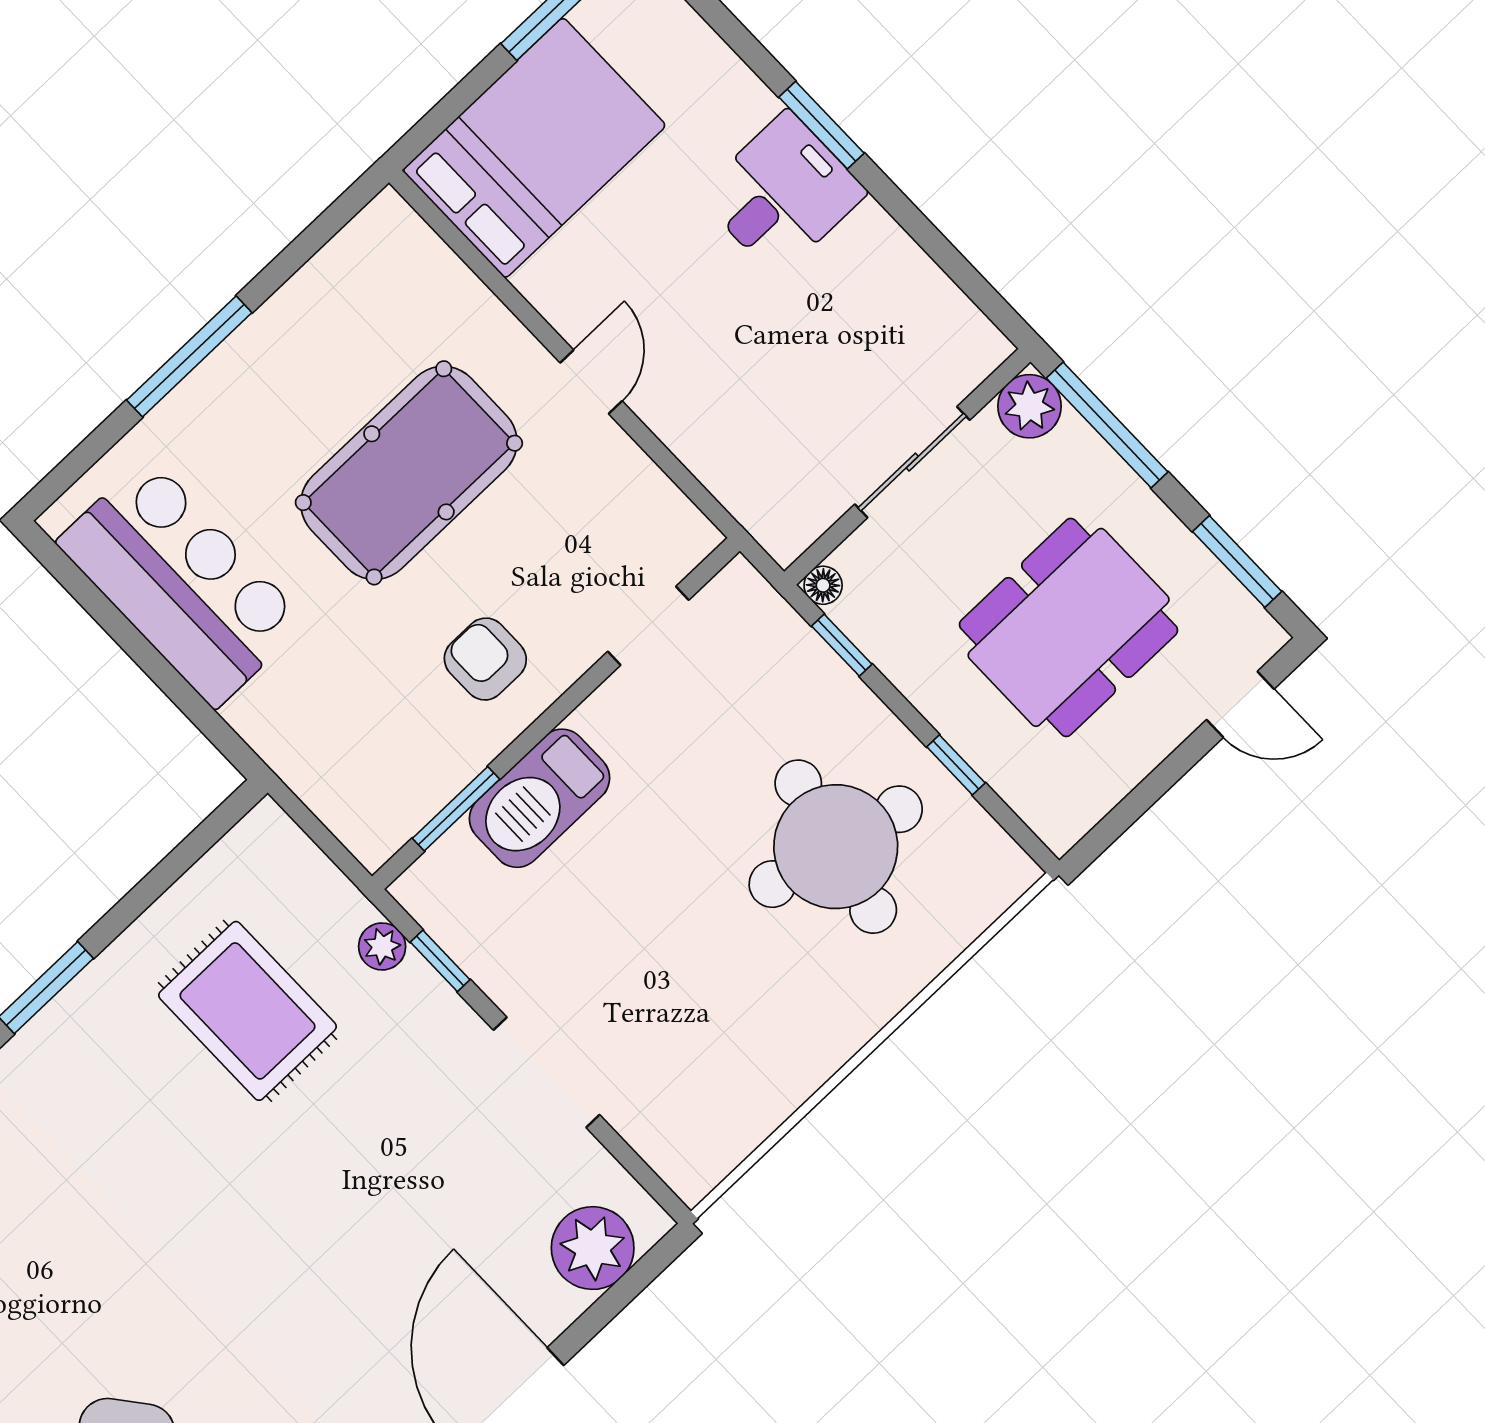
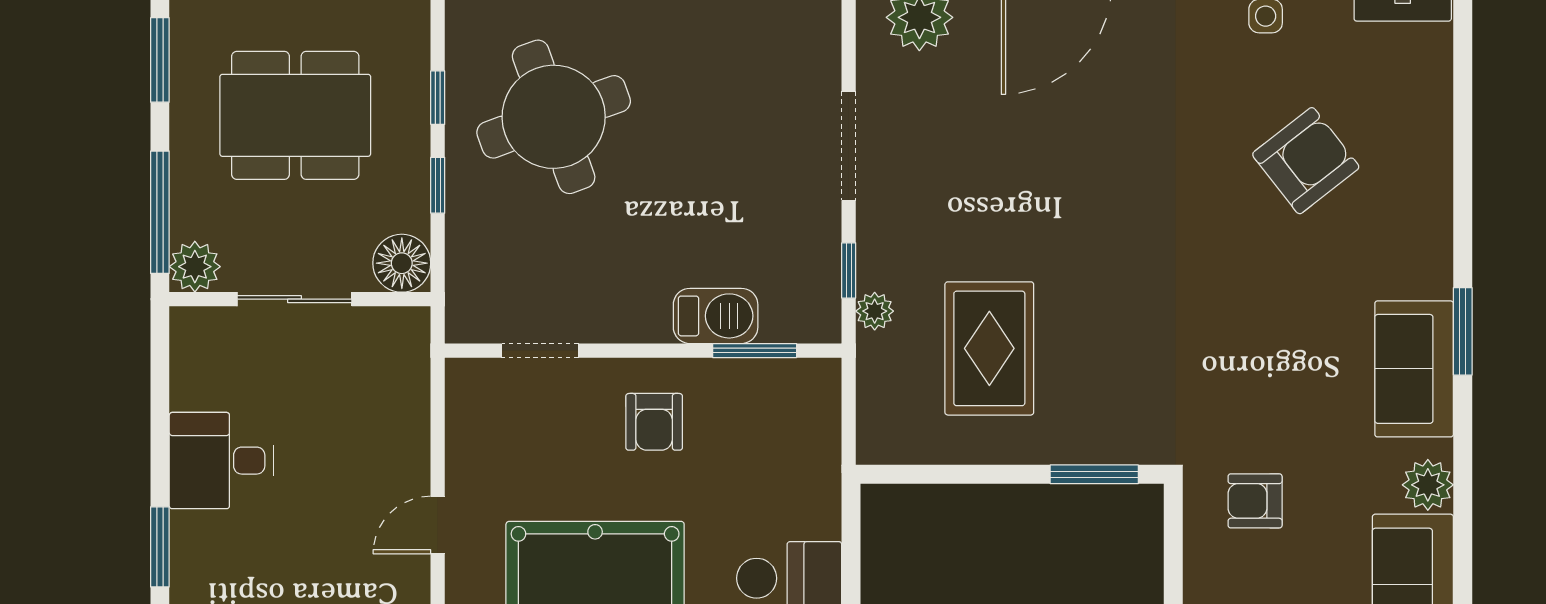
desk: (782, 194) -> (221, 461), moved
floor lamp: (823, 585) -> (402, 263), width x1.89, depth x1.89
window: (842, 645) -> (438, 185), moved
barbecue: (540, 798) -> (716, 316), width x0.73, depth x0.83
round table: (836, 847) -> (554, 117), turned -33

